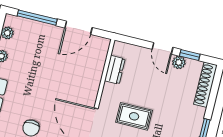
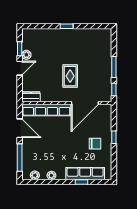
dresser: (115, 70) -> (31, 97), moved
row of seats: (95, 71) -> (46, 110), added
shoe rack: (205, 85) -> (37, 33), removed

